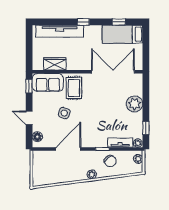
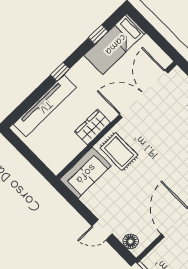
wardrobe: (55, 64) -> (93, 127), moved
window: (29, 86) -> (69, 196), removed
side table: (64, 113) -> (135, 188), removed

